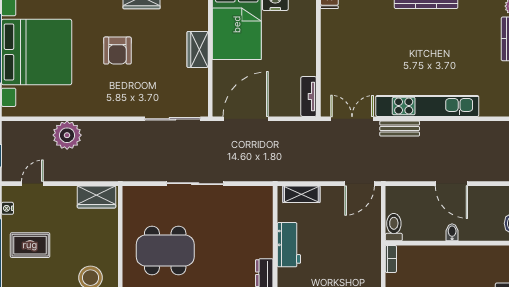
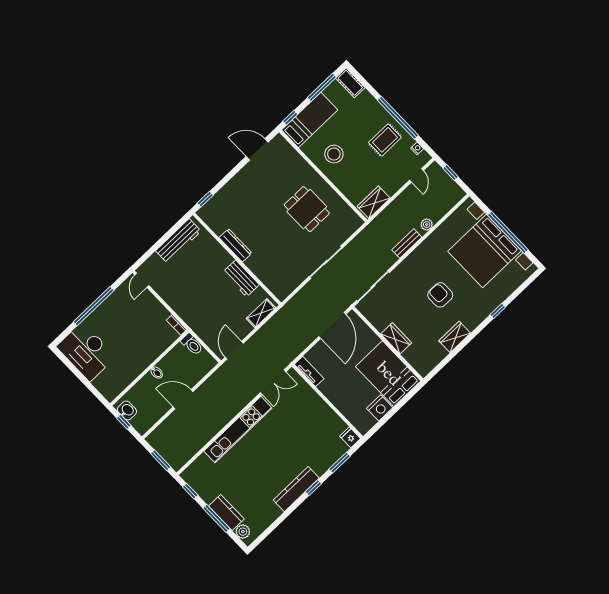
bench: (400, 129) -> (407, 244), moved
plant: (67, 135) -> (427, 225), width x0.53, depth x0.53
dining table: (165, 251) -> (307, 209), width x0.73

